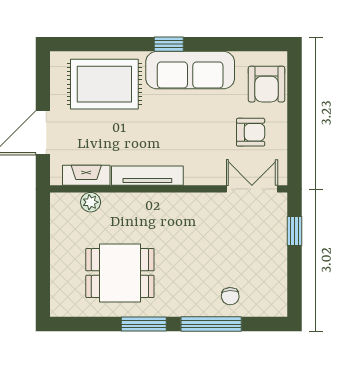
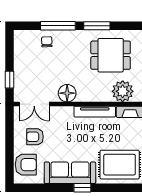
armchair: (266, 84) -> (26, 165), turned 90
plant: (91, 202) -> (123, 91), width x1.88, depth x1.88
floor lamp: (195, 208) -> (67, 93), added

